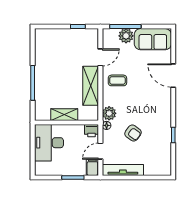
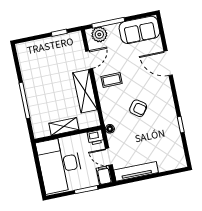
plant: (126, 36) -> (99, 34), moved
plant: (109, 113) -> (110, 116), removed
armchair: (133, 133) -> (138, 108), moved
desk: (49, 143) -> (60, 165), width x1.36, depth x1.30
door: (100, 151) -> (109, 157), hinge flipped

